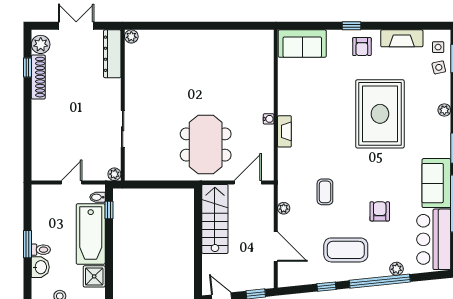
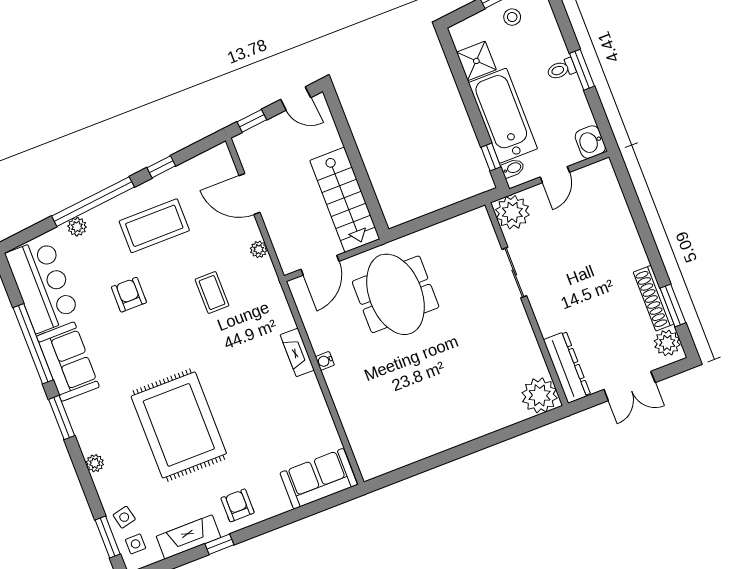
window: (352, 26) -> (219, 544), moved
plant: (131, 36) -> (540, 395), width x1.88, depth x1.88
window: (28, 67) -> (673, 305), width x1.50
plant: (114, 174) -> (512, 212), width x1.87, depth x1.87
armchair: (380, 211) -> (129, 295), turned 180
washbasin: (40, 267) -> (590, 142), moved

